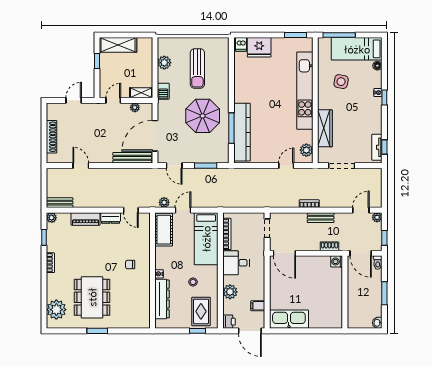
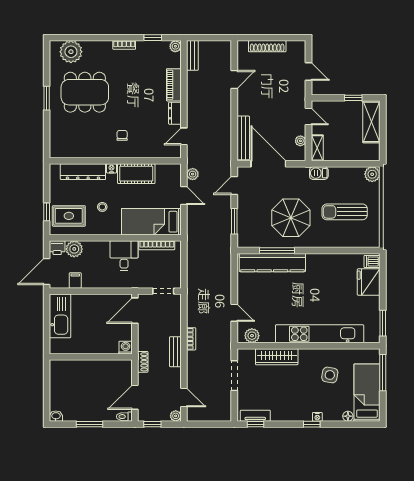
plant: (164, 63) -> (372, 174), moved
cot: (164, 230) -> (136, 174), moved
washing machine: (337, 261) -> (126, 348), moved
plant: (230, 292) -> (74, 249), moved
wall: (345, 292) -> (91, 357), moved

